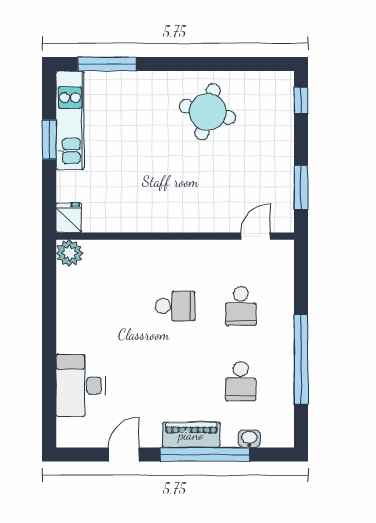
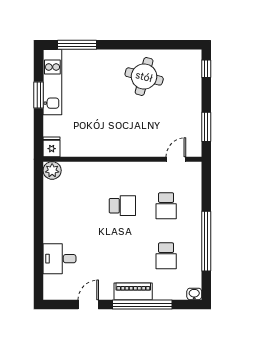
desk: (81, 386) -> (59, 259), width x0.73
washbasin: (249, 439) -> (194, 294), moved

